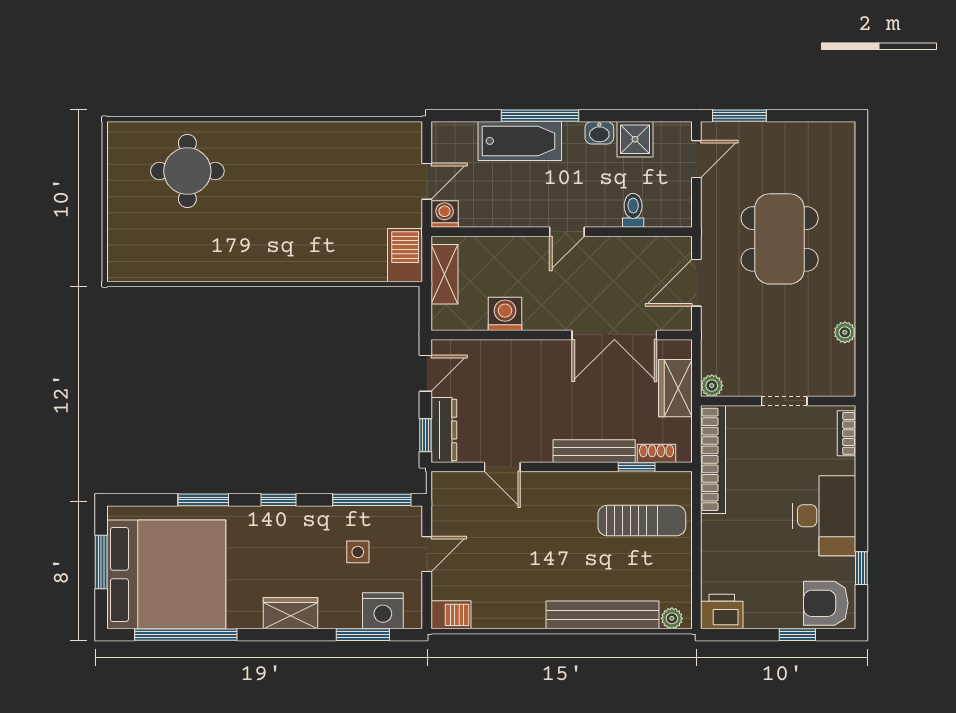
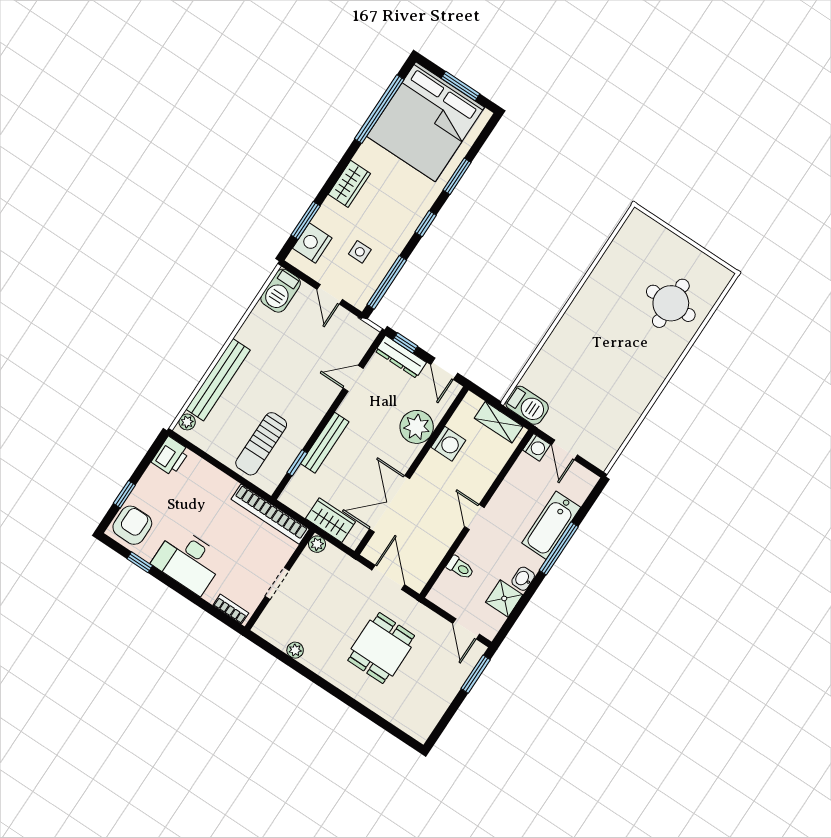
dining table: (780, 239) -> (381, 648), width x0.73
plant: (510, 361) -> (417, 427), added
shoe rack: (657, 453) -> (297, 481), removed
barbecue: (451, 615) -> (281, 291), width x1.38, depth x1.27

